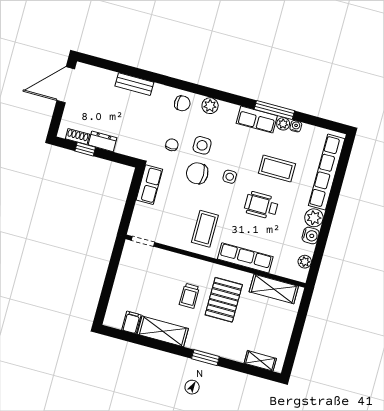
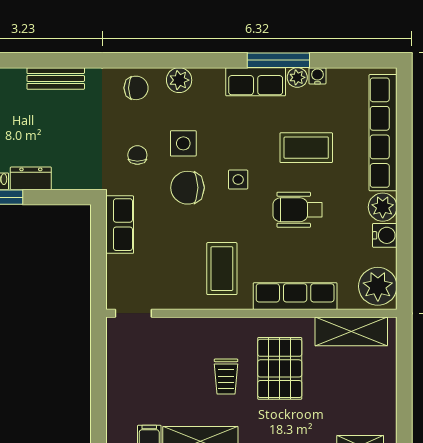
plant: (305, 262) -> (378, 286), width x1.88, depth x1.88

